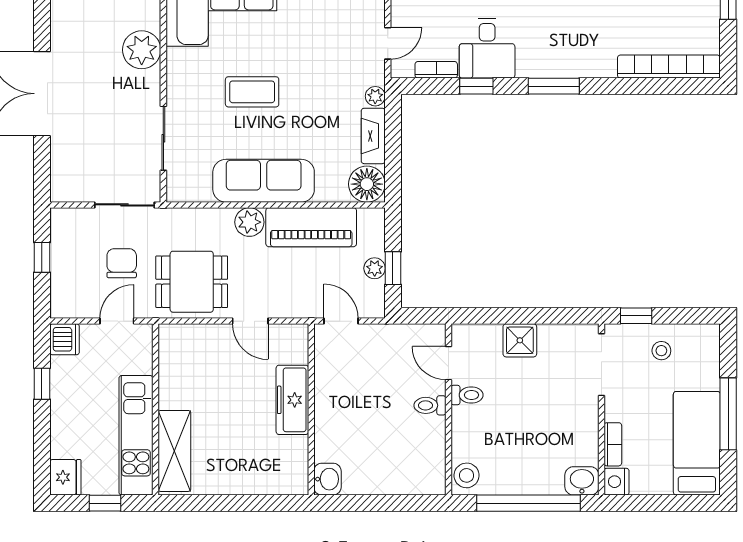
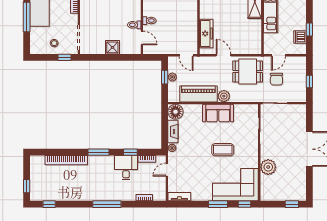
bookcase: (669, 67) -> (66, 160), moved
sofa: (264, 181) -> (218, 113), width x0.73
dishwasher: (65, 339) -> (300, 37), moved
freezer: (292, 400) -> (206, 34), moved

